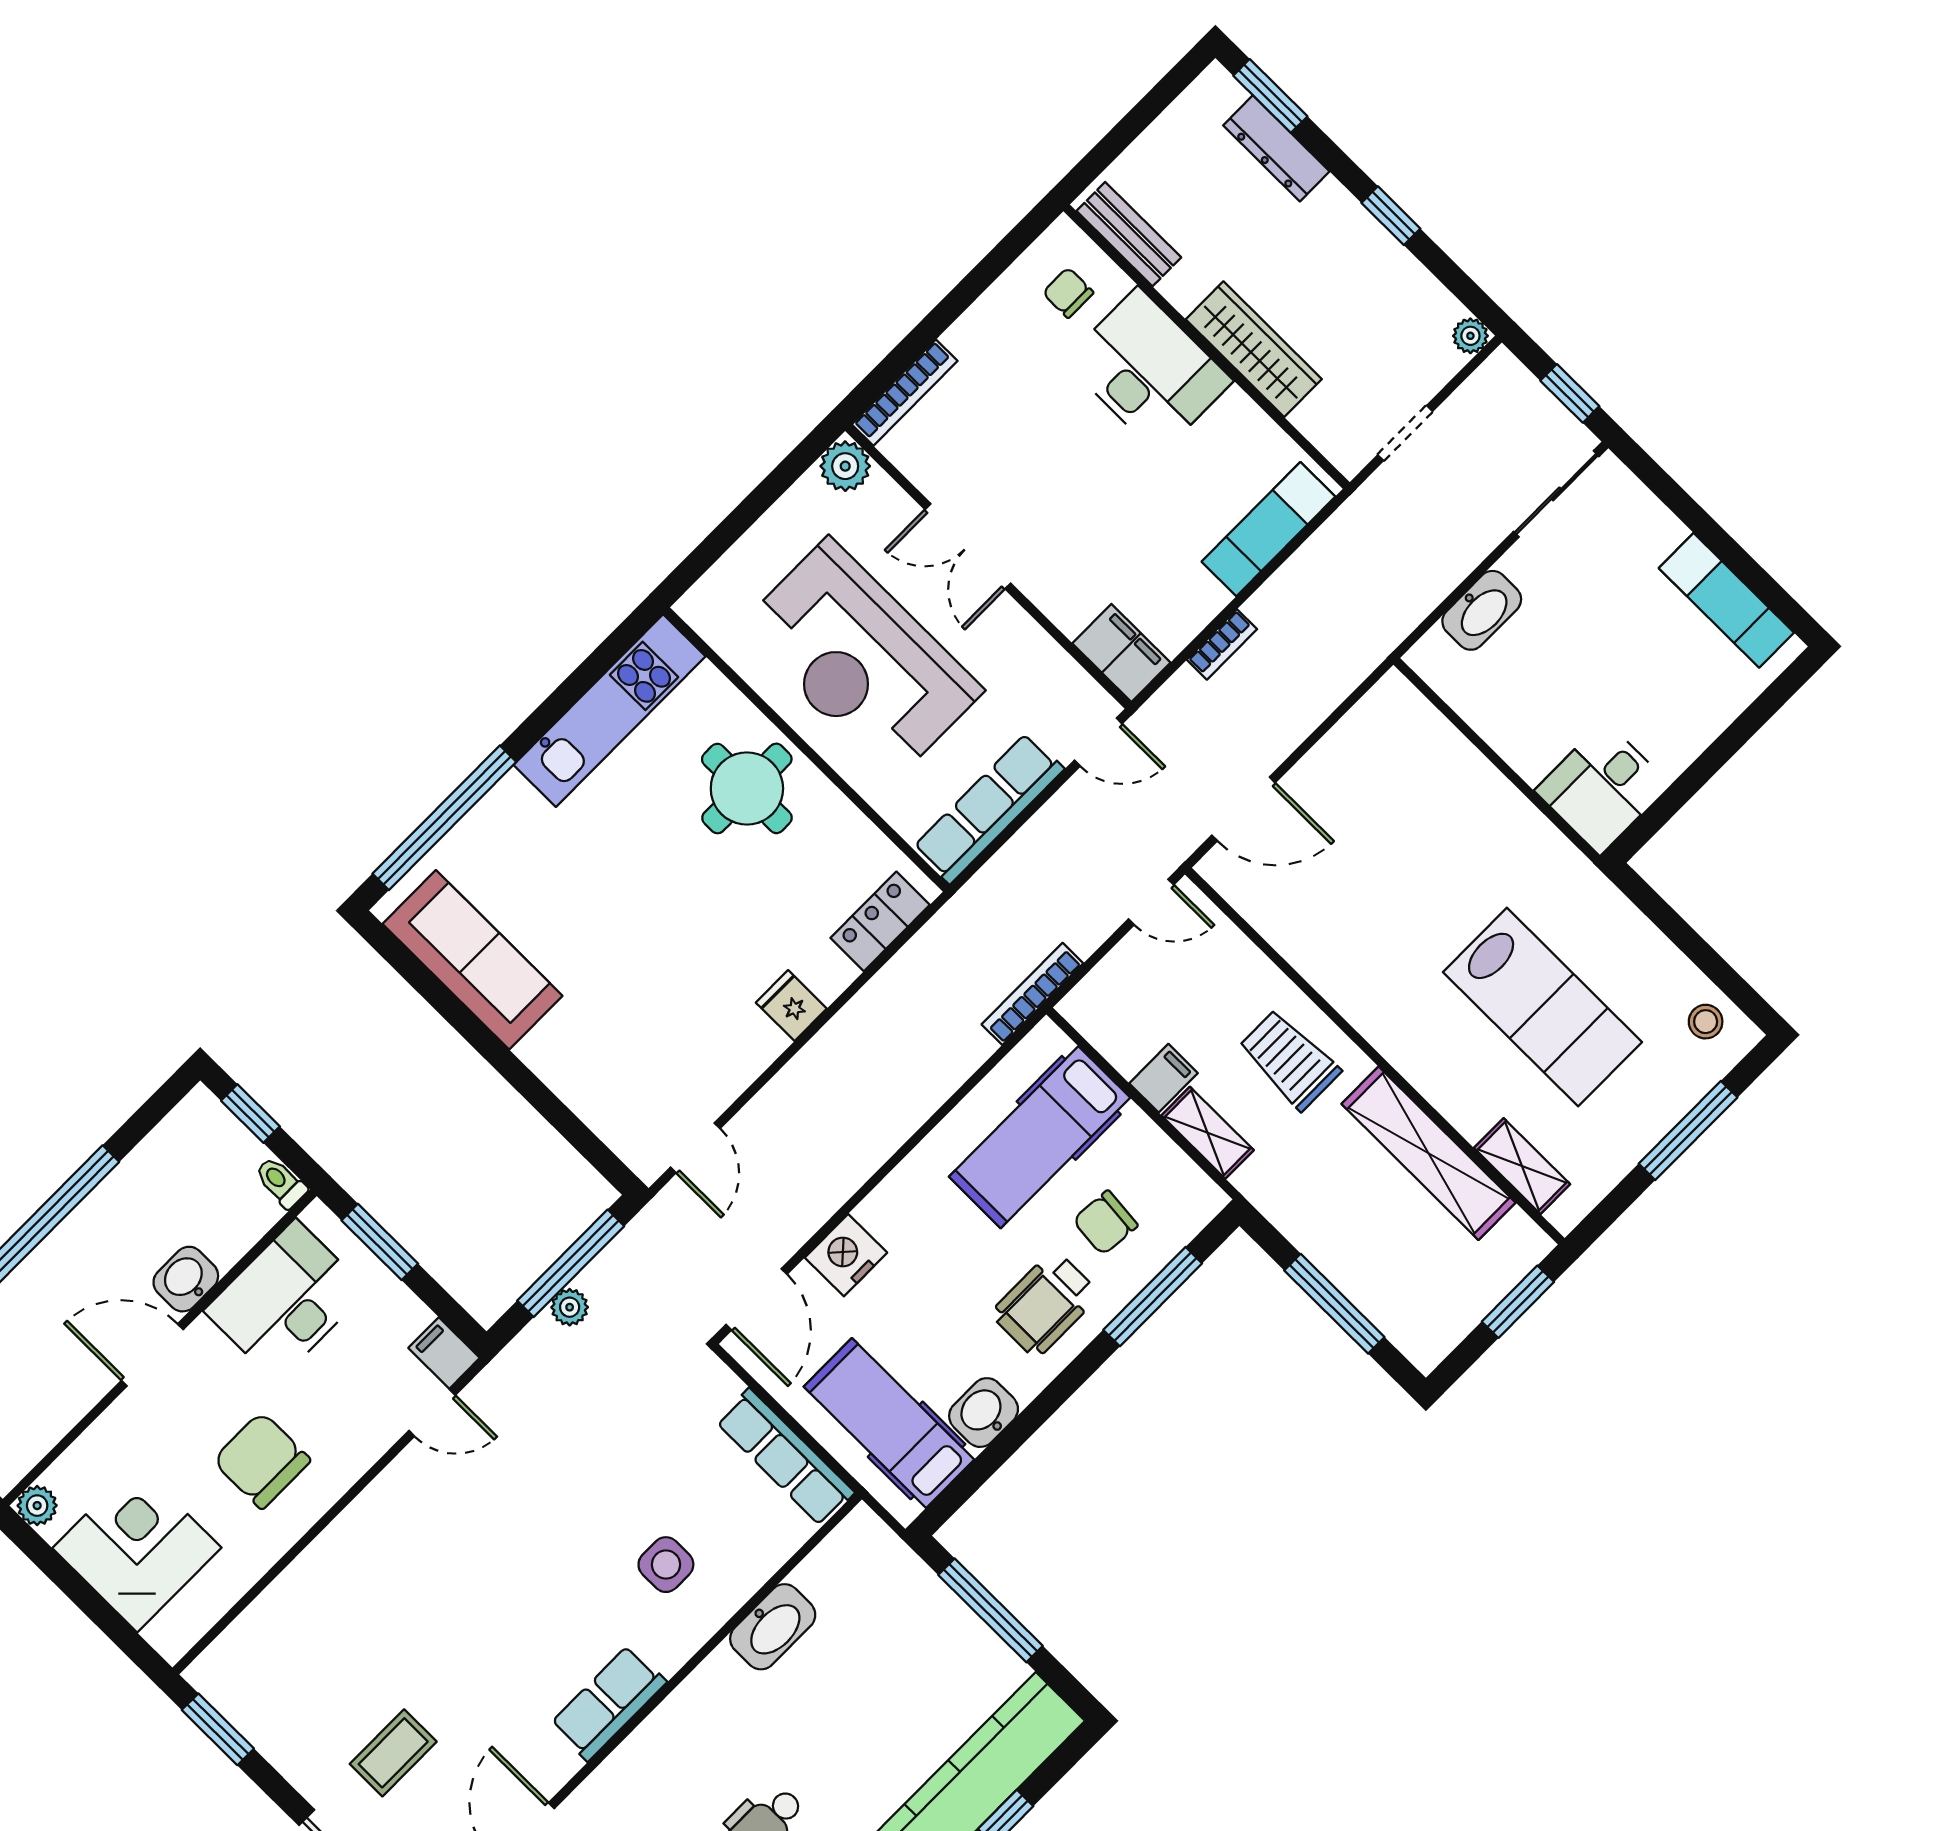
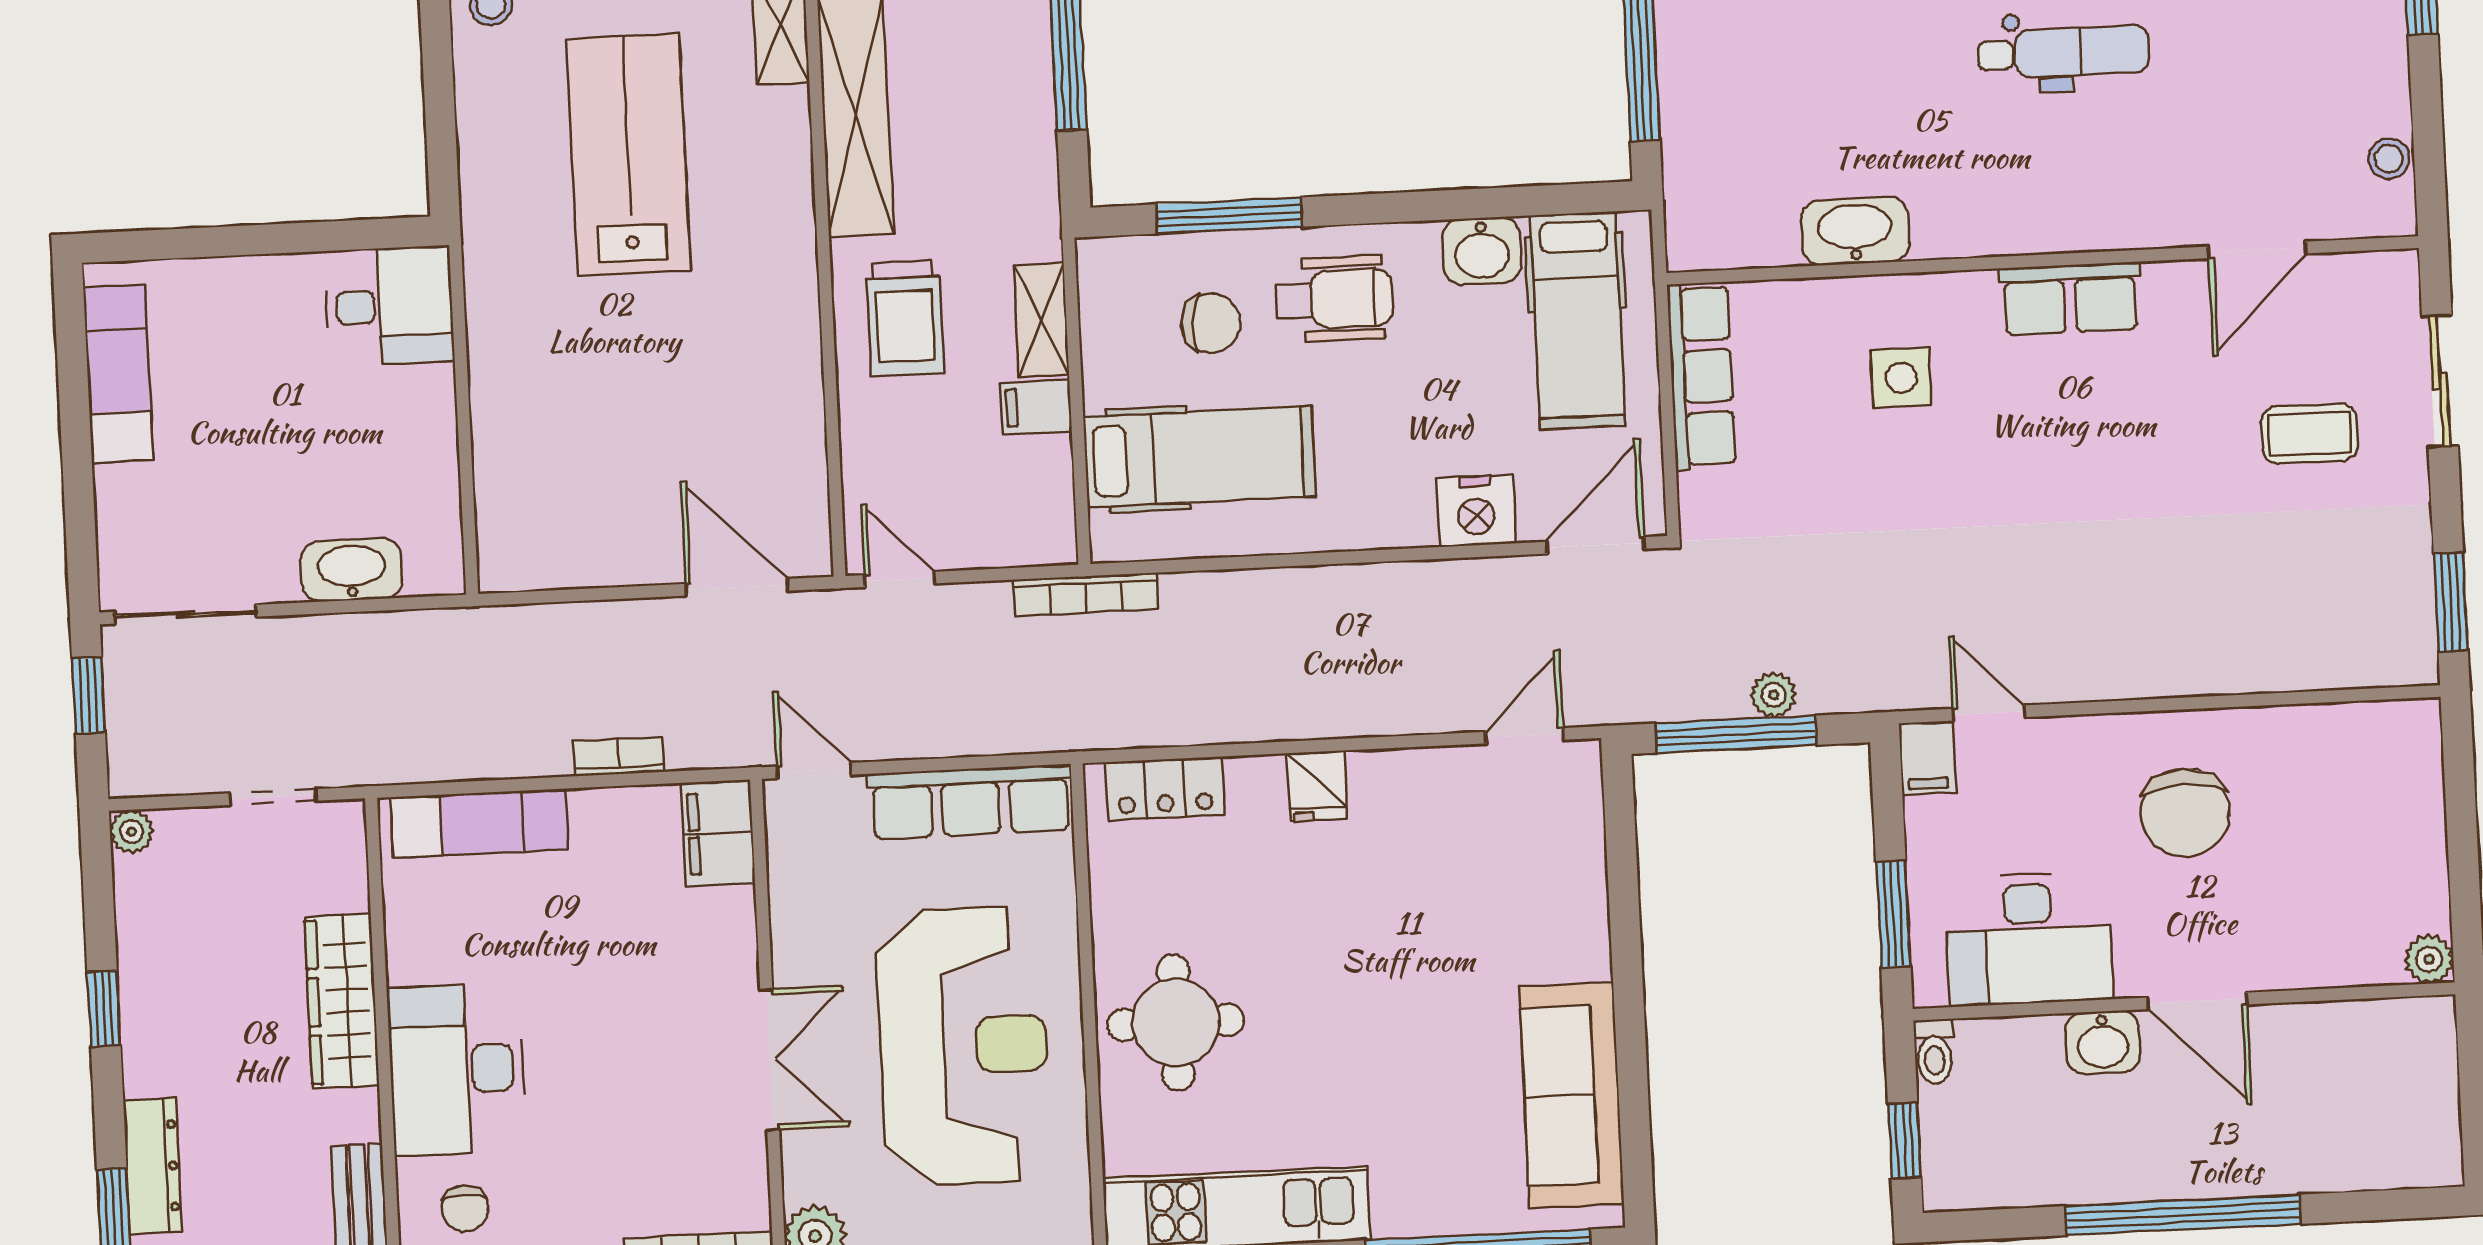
corner desk: (137, 1548) -> (2373, 837), removed

